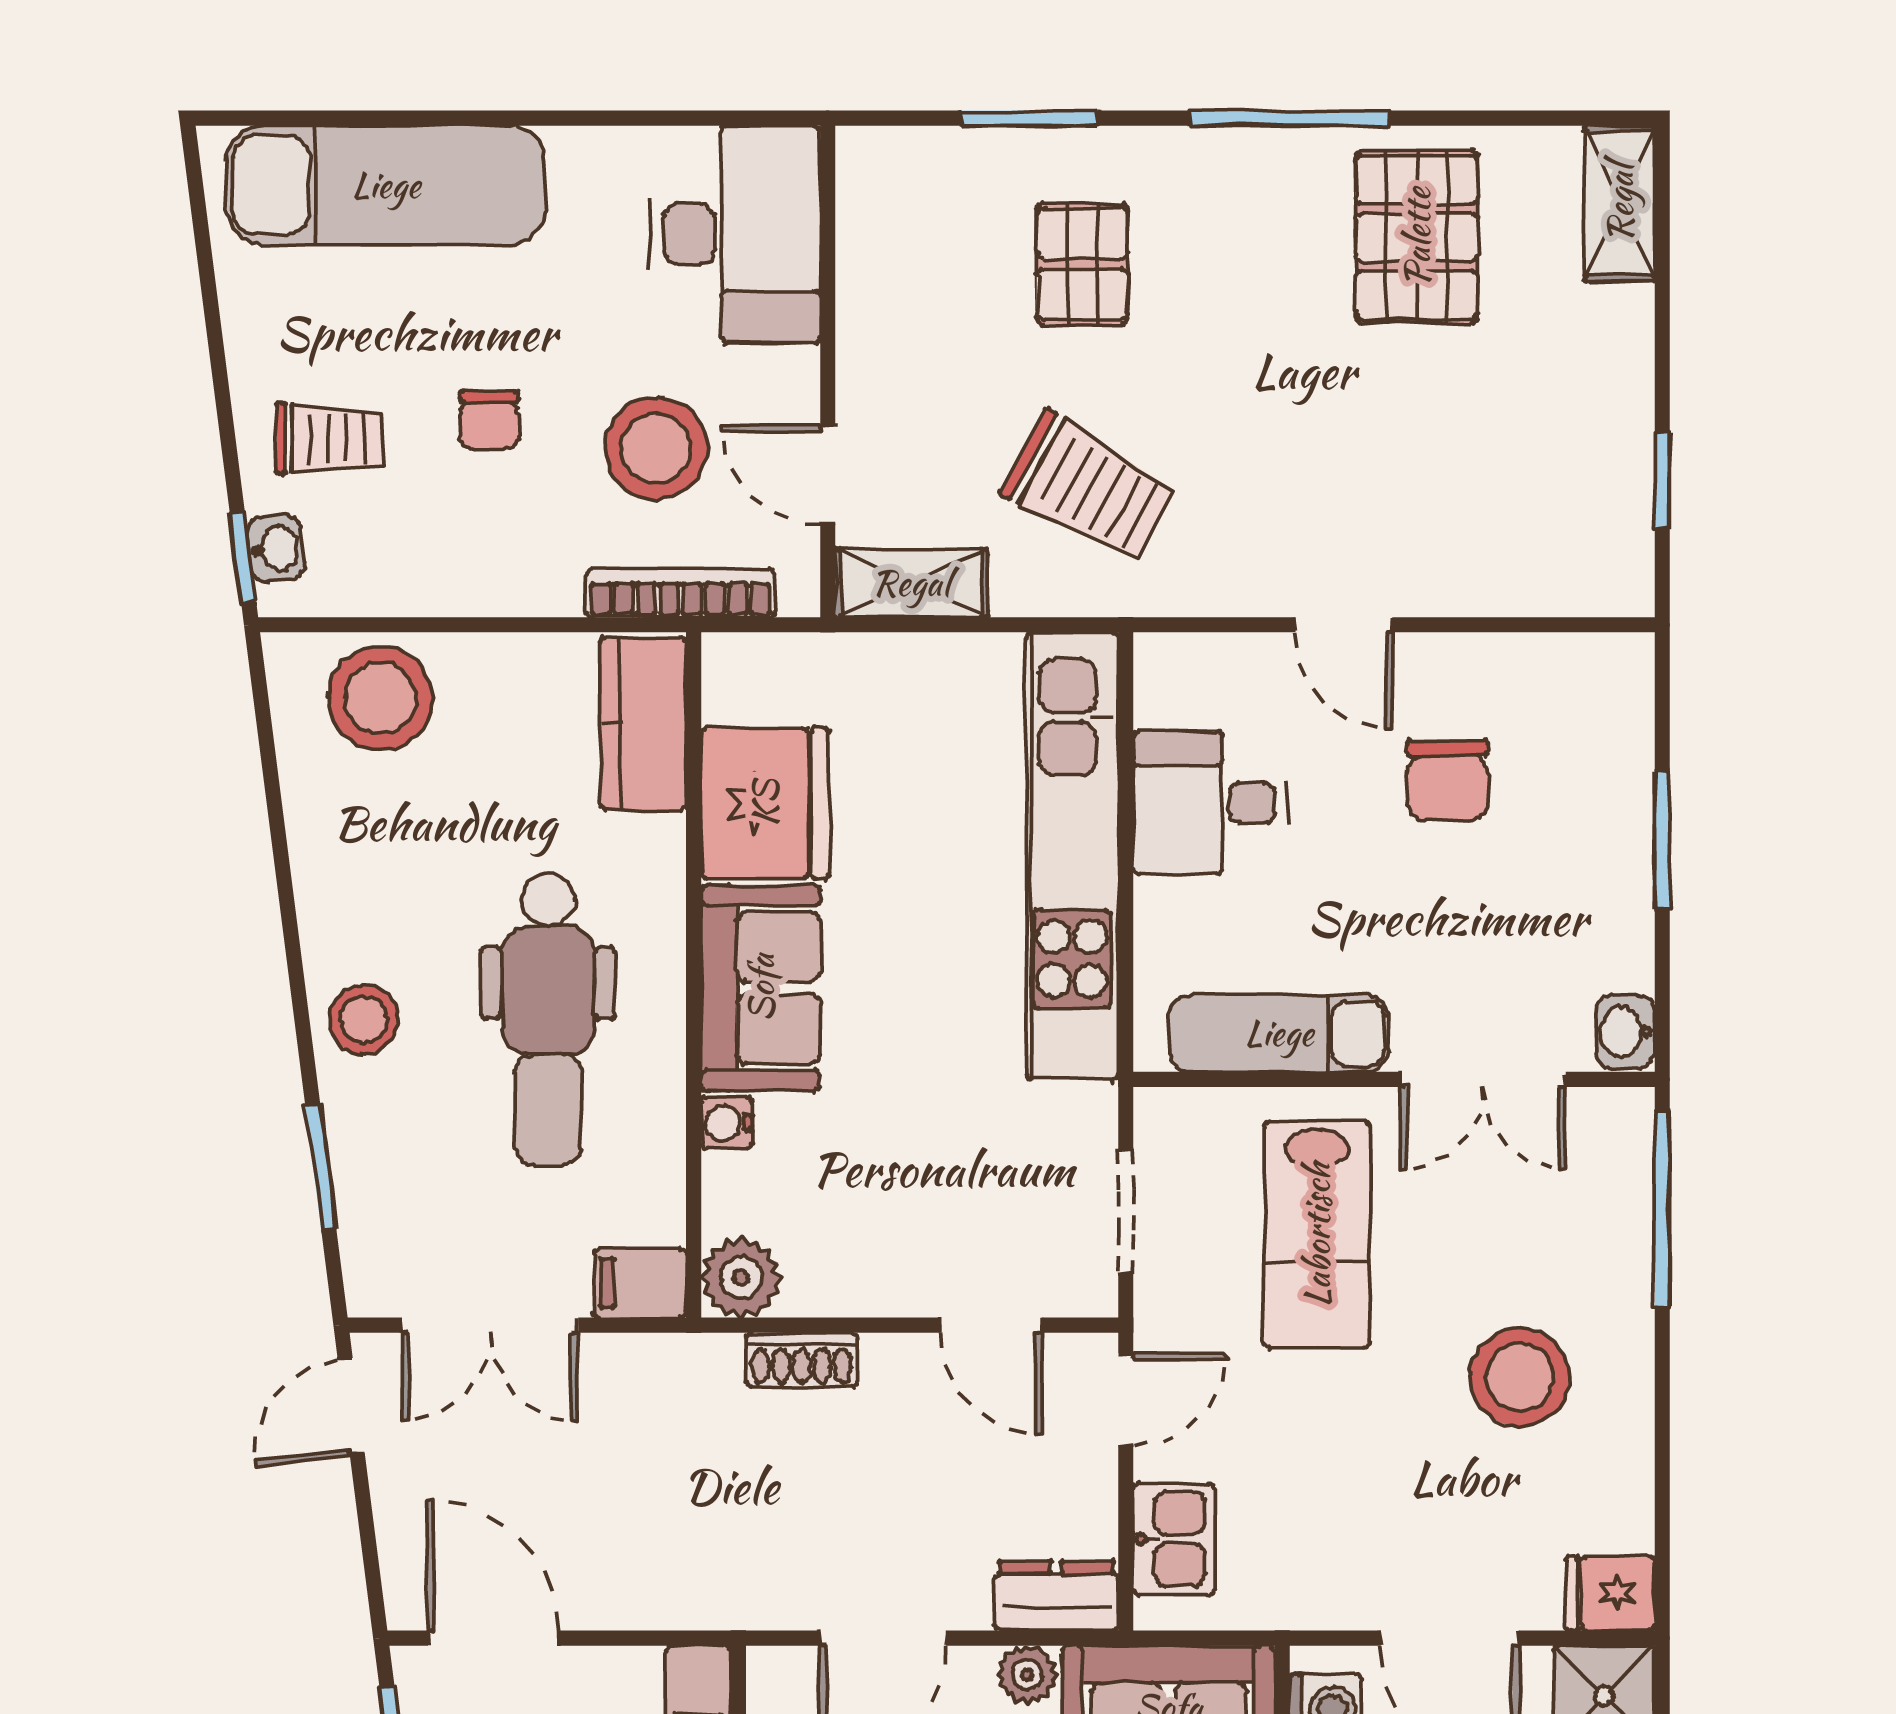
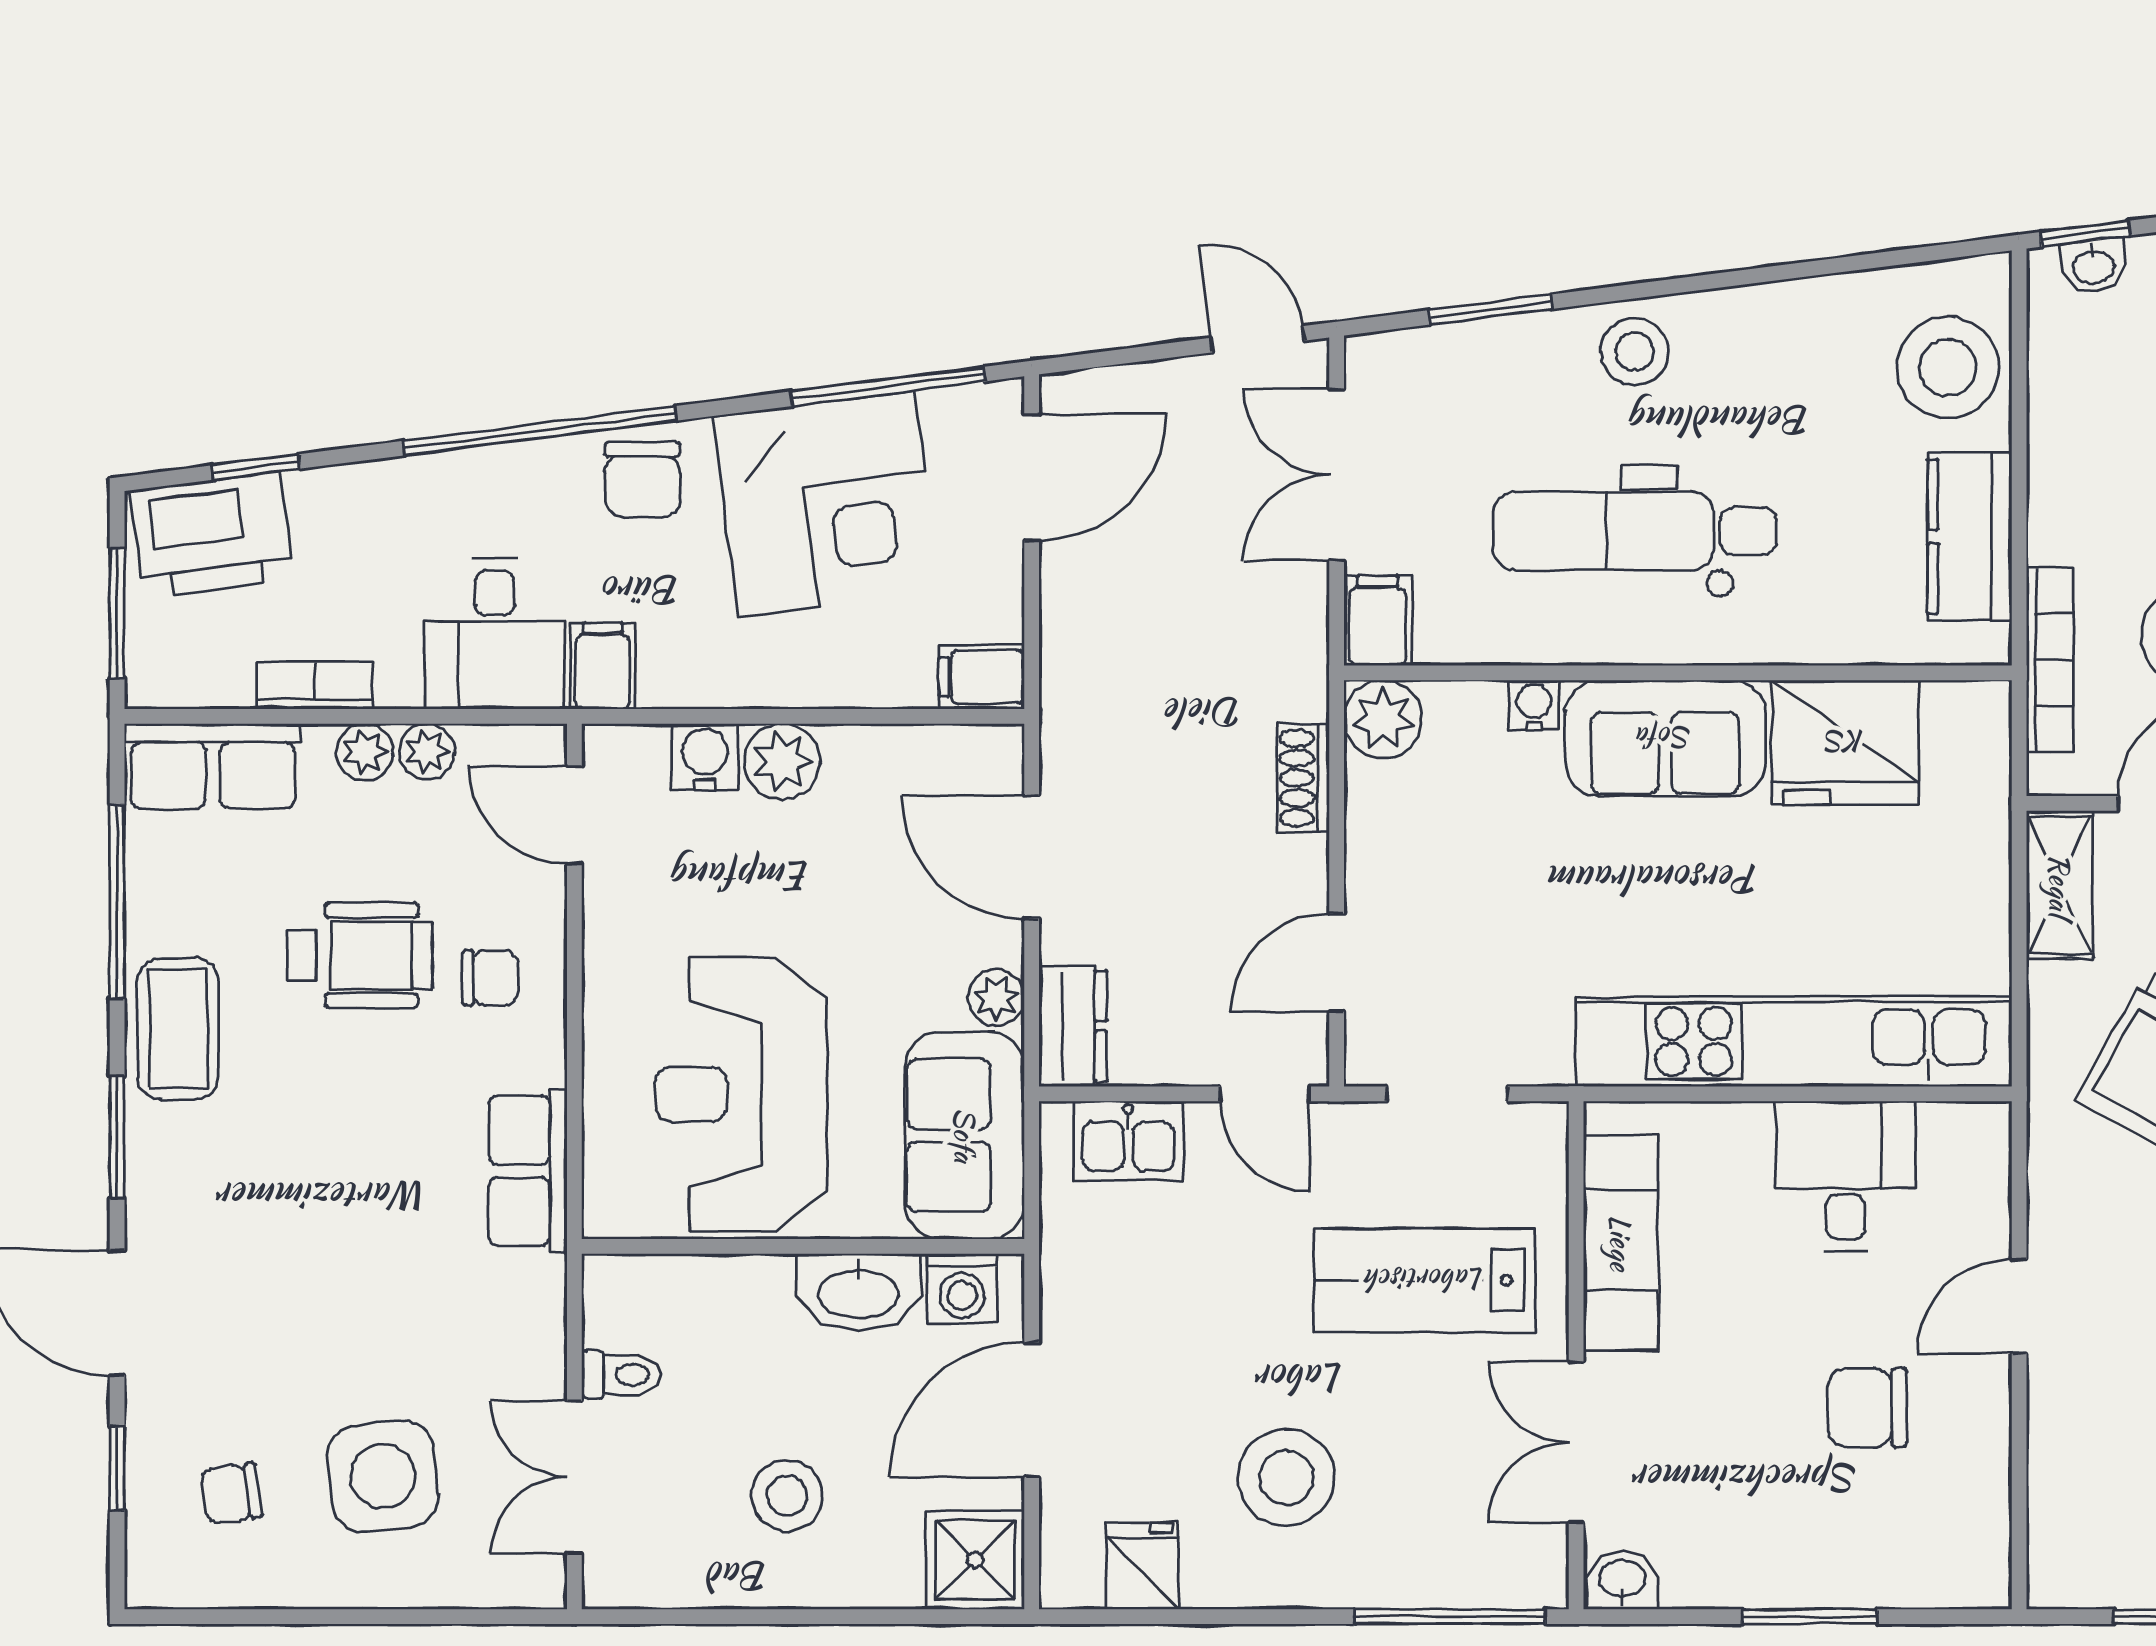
kitchen counter: (643, 724) -> (1970, 536), moved, turned -90
fridge: (1610, 1593) -> (1142, 1566), moved

